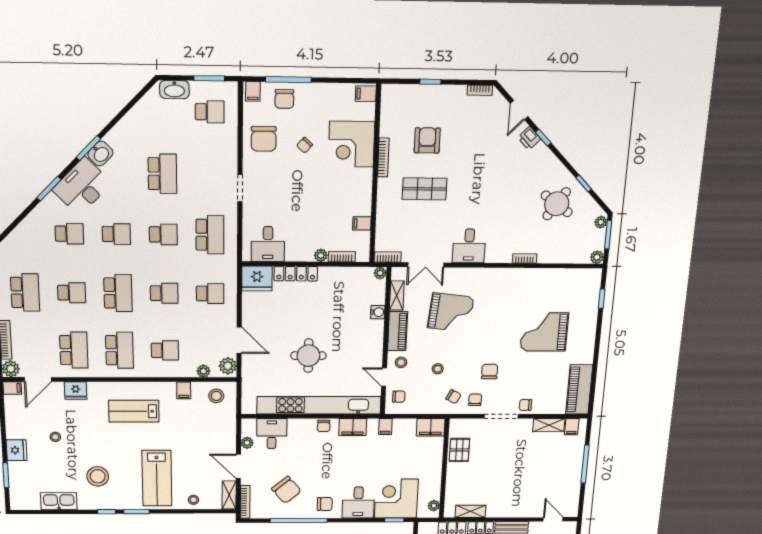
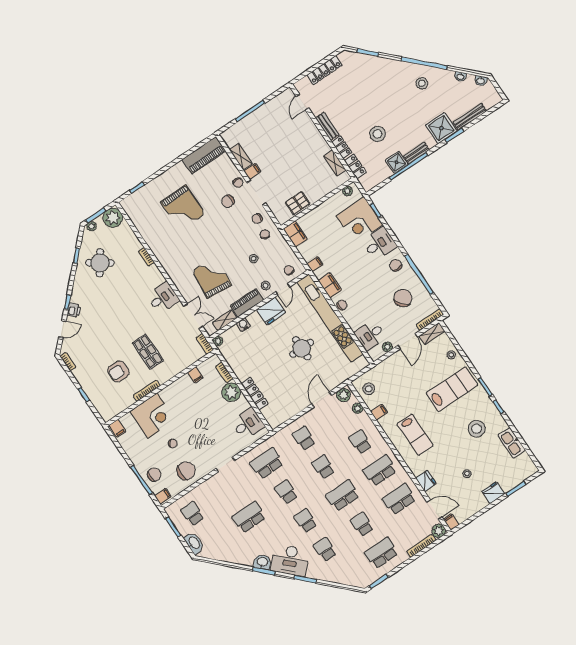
plant: (321, 255) -> (231, 392), width x1.88, depth x1.88
plant: (597, 257) -> (113, 218), width x1.88, depth x1.88
fridge: (257, 279) -> (271, 311), moved, turned 90
chair: (490, 372) -> (228, 201), moved
filing cabinet: (572, 427) -> (252, 171), moved

